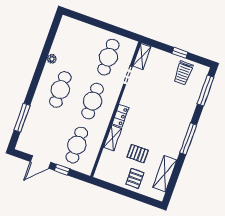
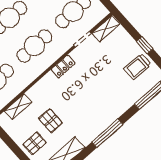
locker: (120, 116) -> (63, 67), moved
shelving: (113, 138) -> (18, 107), moved

